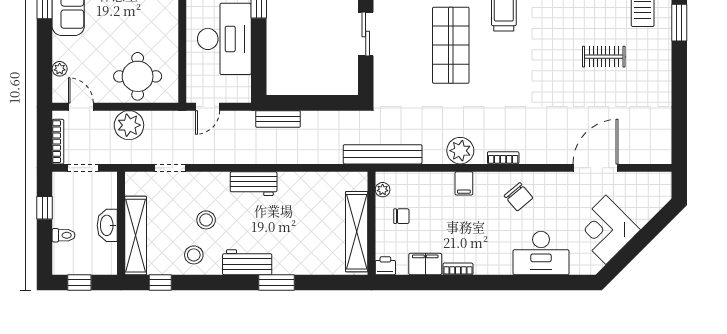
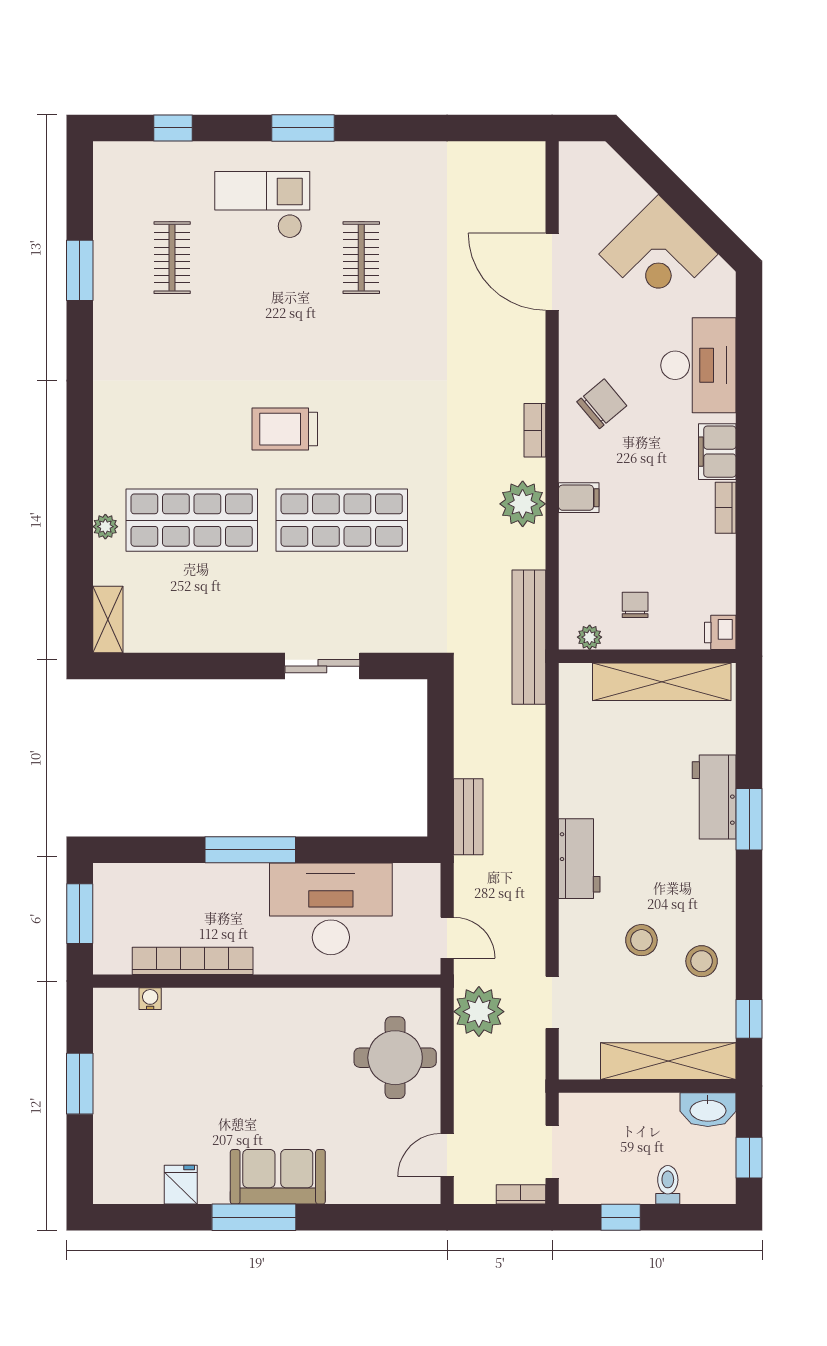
plant: (60, 69) -> (382, 1192), removed
plant: (129, 125) -> (479, 1012), moved
bookcase: (58, 142) -> (521, 1194), width x0.64
washbasin: (107, 225) -> (708, 1110), moved
workbench: (247, 262) -> (714, 797), moved
filing cabinet: (425, 264) -> (717, 452), moved

